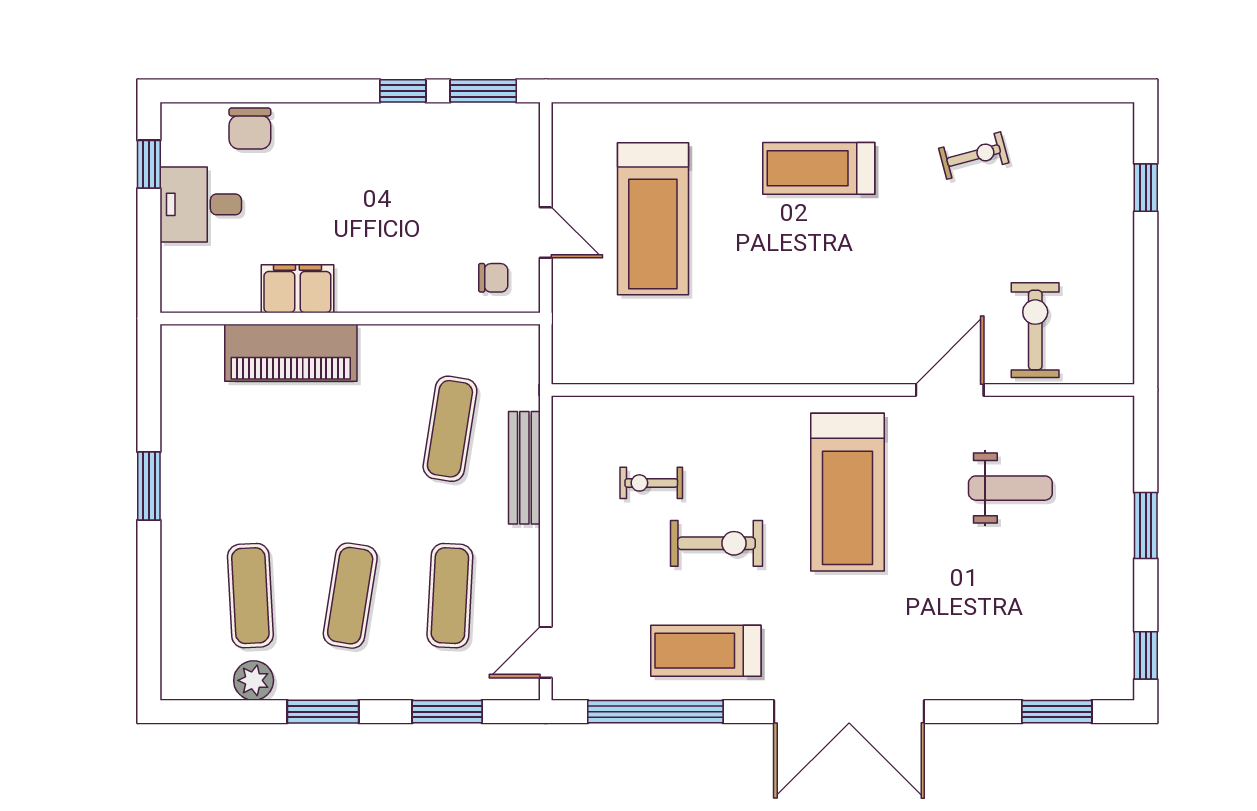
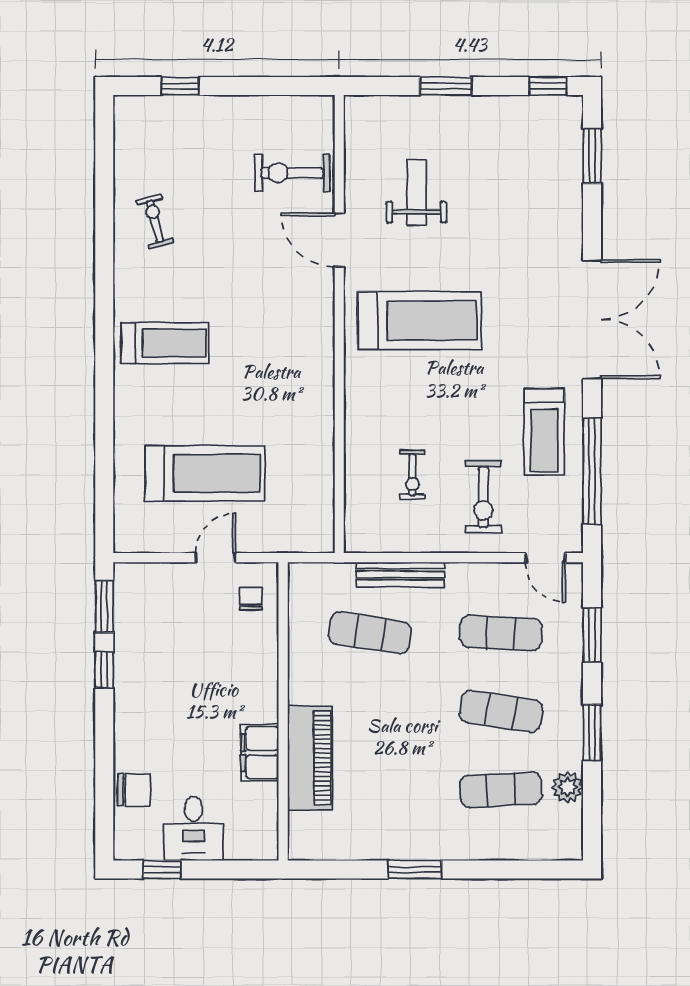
treadmill: (819, 168) -> (165, 343), turned -90
exercise bike: (716, 543) -> (483, 497), moved, turned 180

